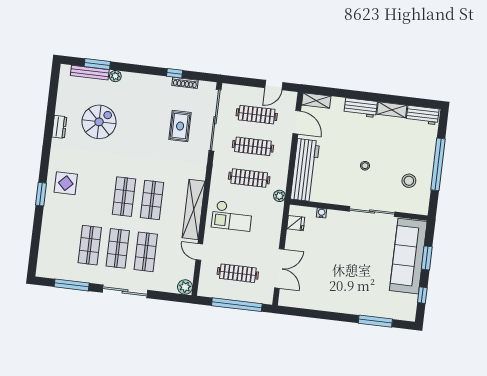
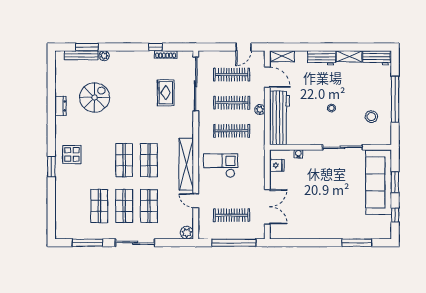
plant: (279, 196) -> (260, 110), moved
checkout: (232, 216) -> (220, 166), turned 180

